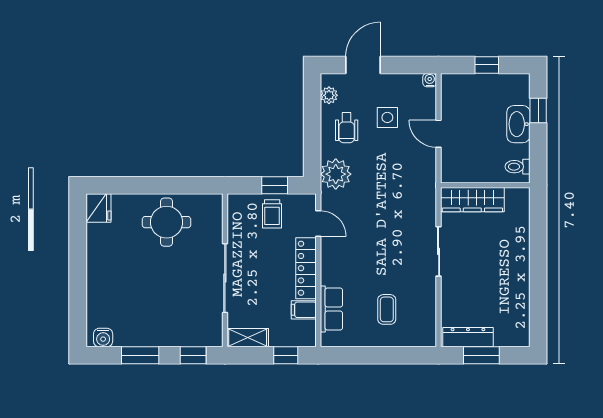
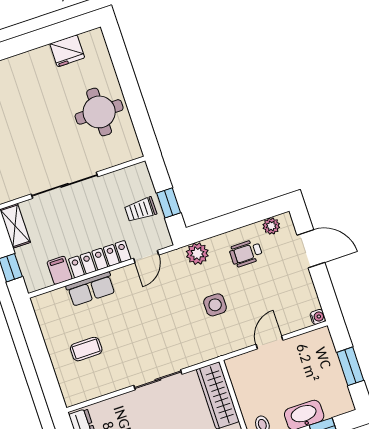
window: (487, 65) -> (350, 366), width x1.50
side table: (387, 117) -> (215, 305), moved
plant: (336, 174) -> (197, 254), width x0.73, depth x0.73
fridge: (98, 208) -> (67, 51), moved
row of seats: (331, 309) -> (91, 289), moved

